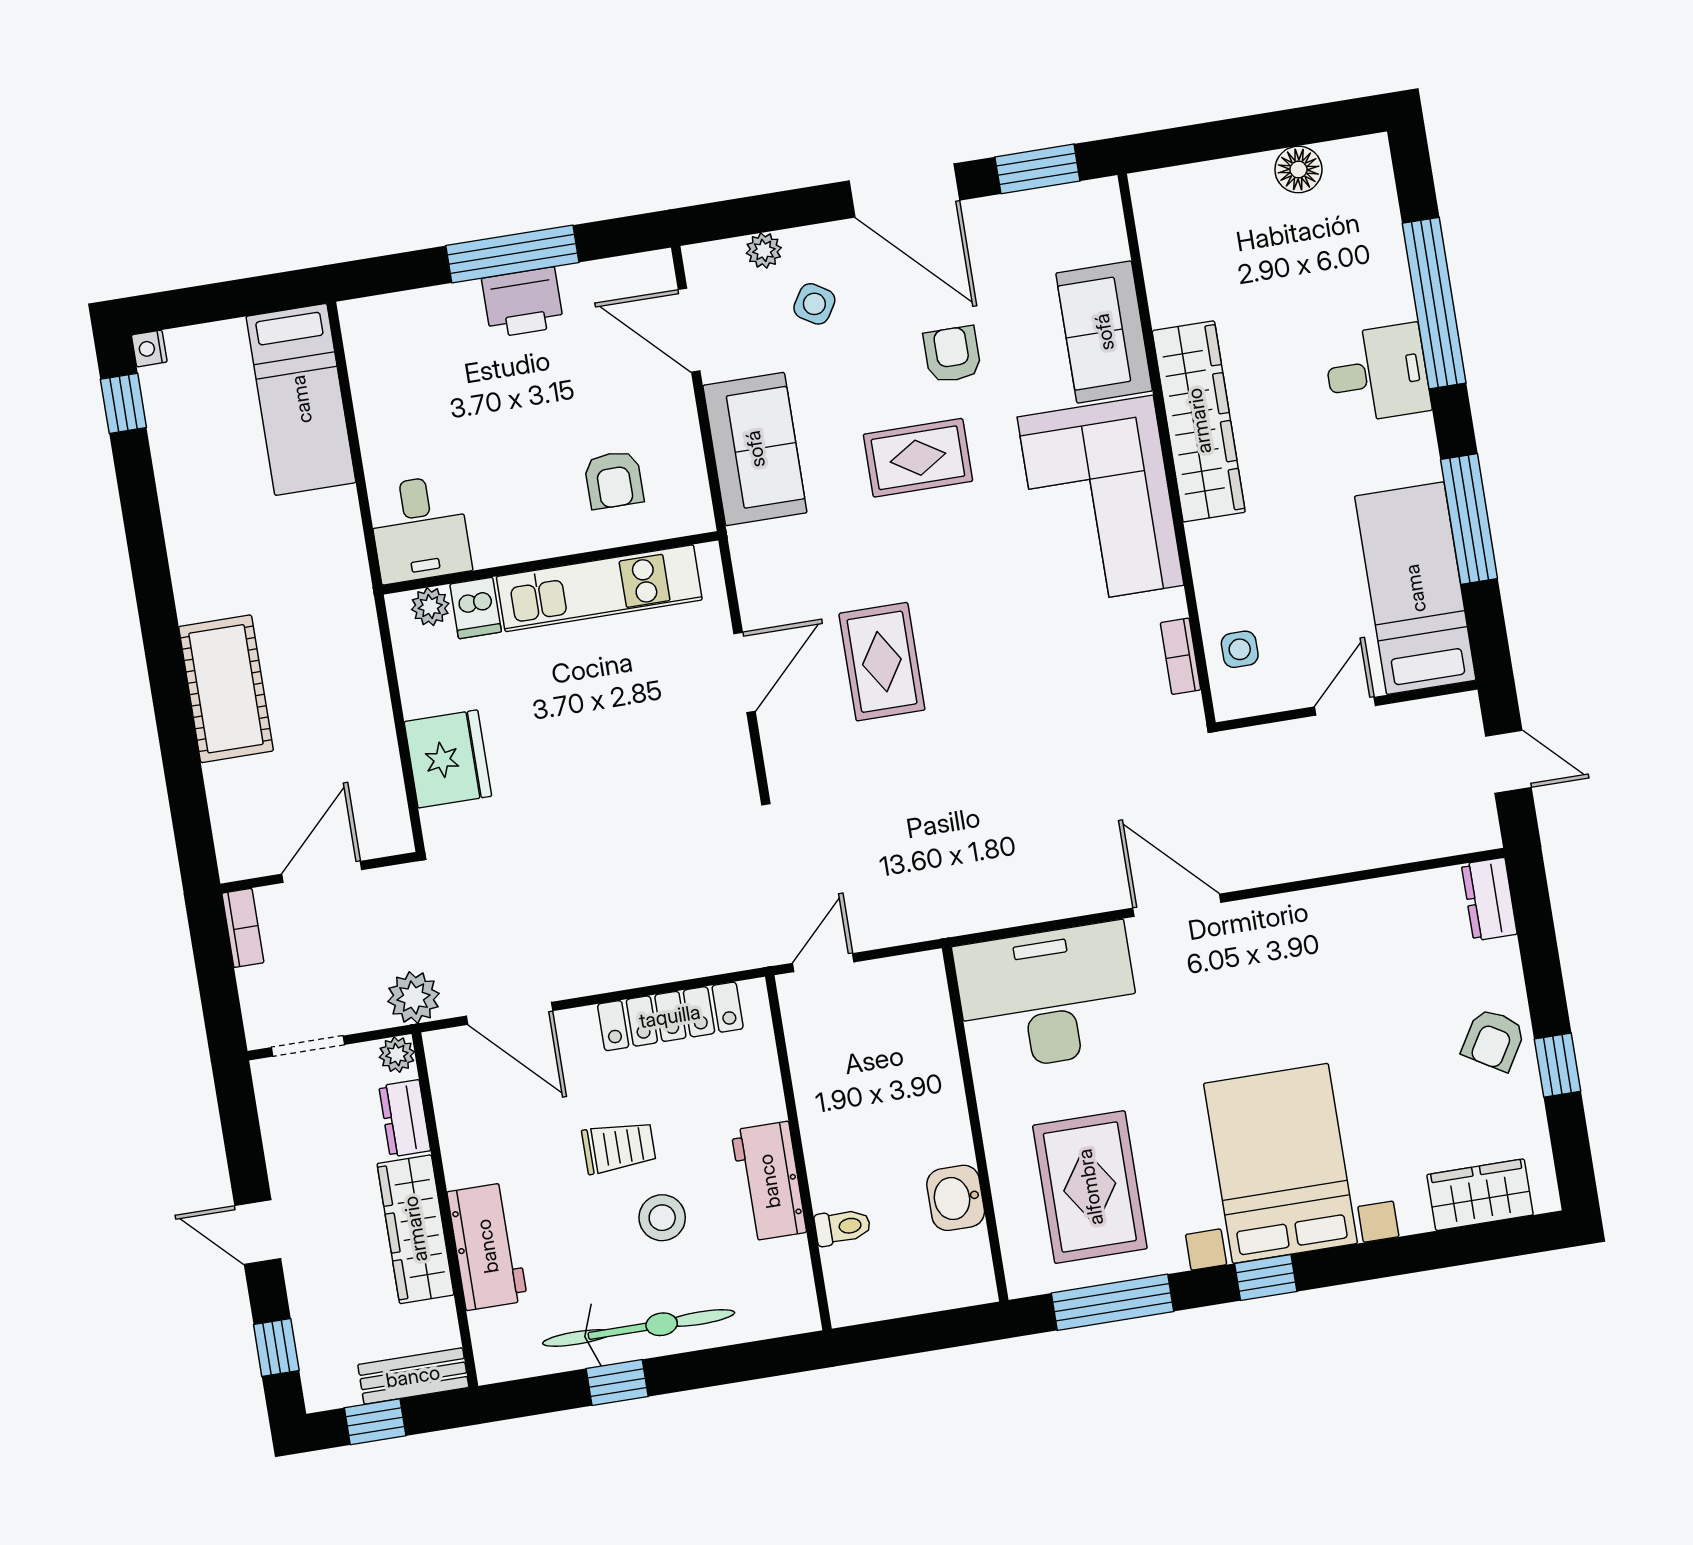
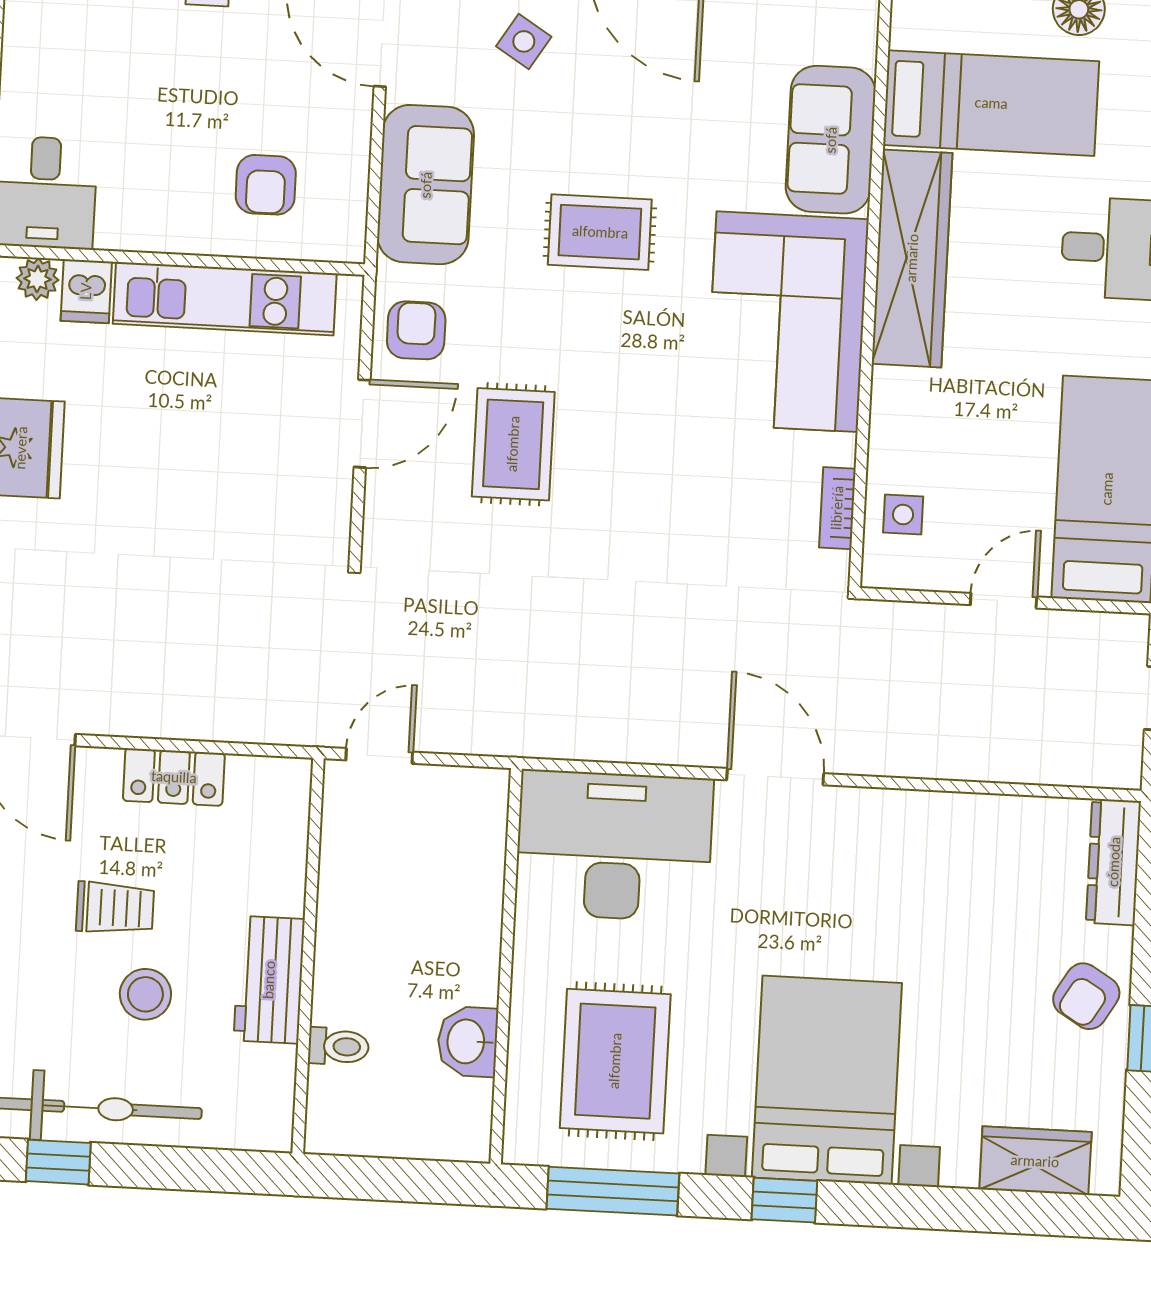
bed: (1239, 269) -> (991, 103), added
armchair: (952, 354) -> (416, 330), moved
dresser: (1489, 899) -> (1114, 862), width x1.44
locker: (670, 1016) -> (174, 777), width x0.66

